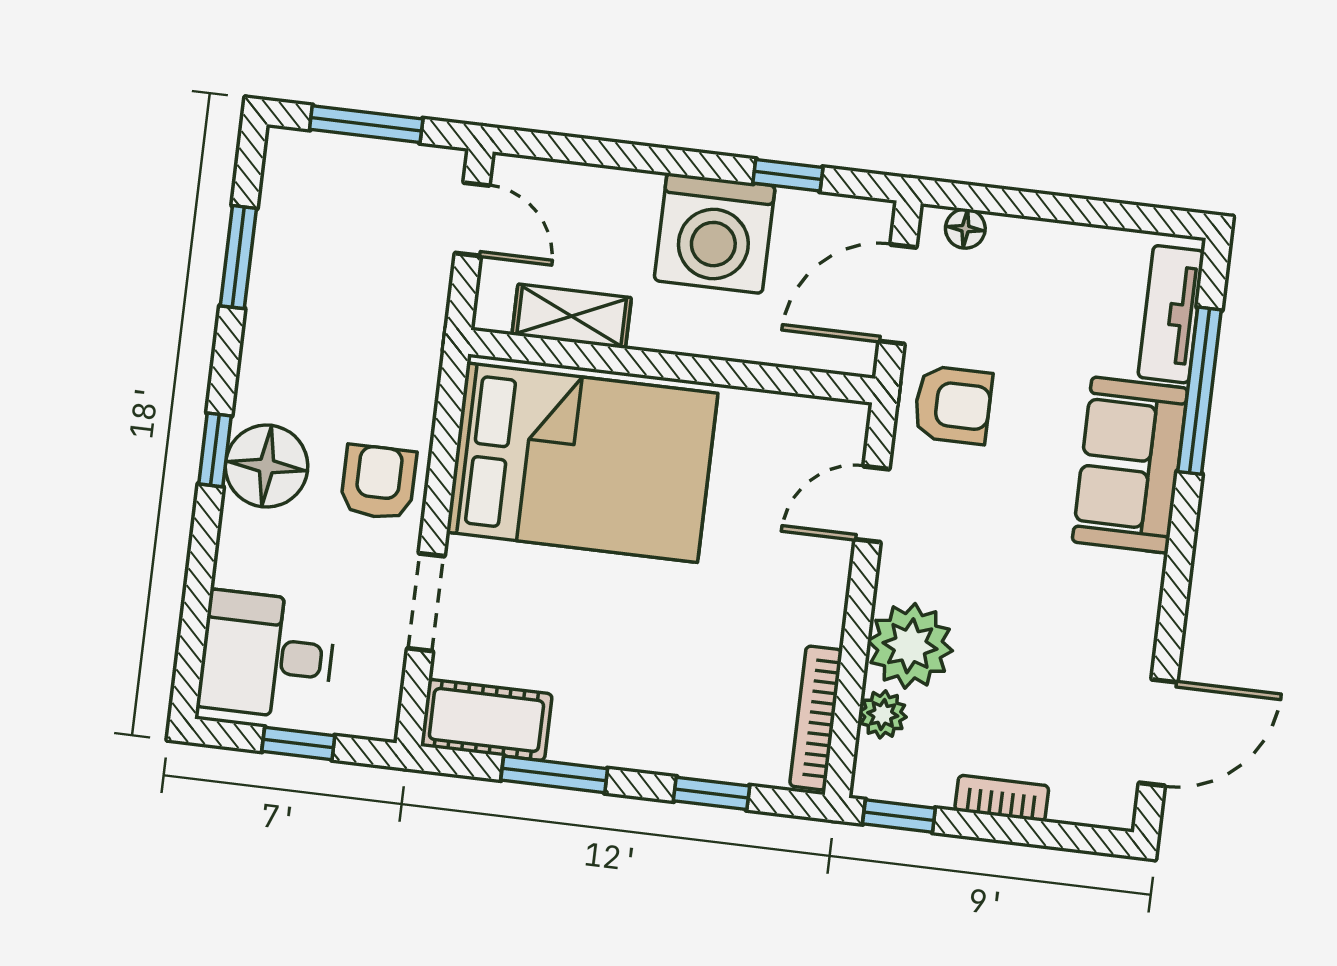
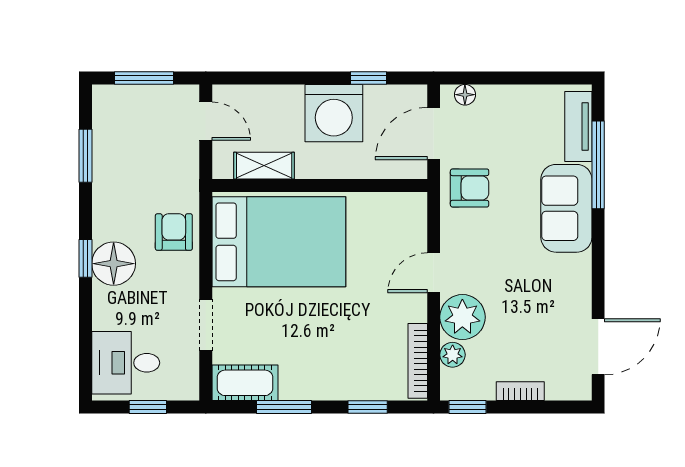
armchair: (378, 482) -> (174, 232), moved
door: (872, 504) -> (434, 273), moved

